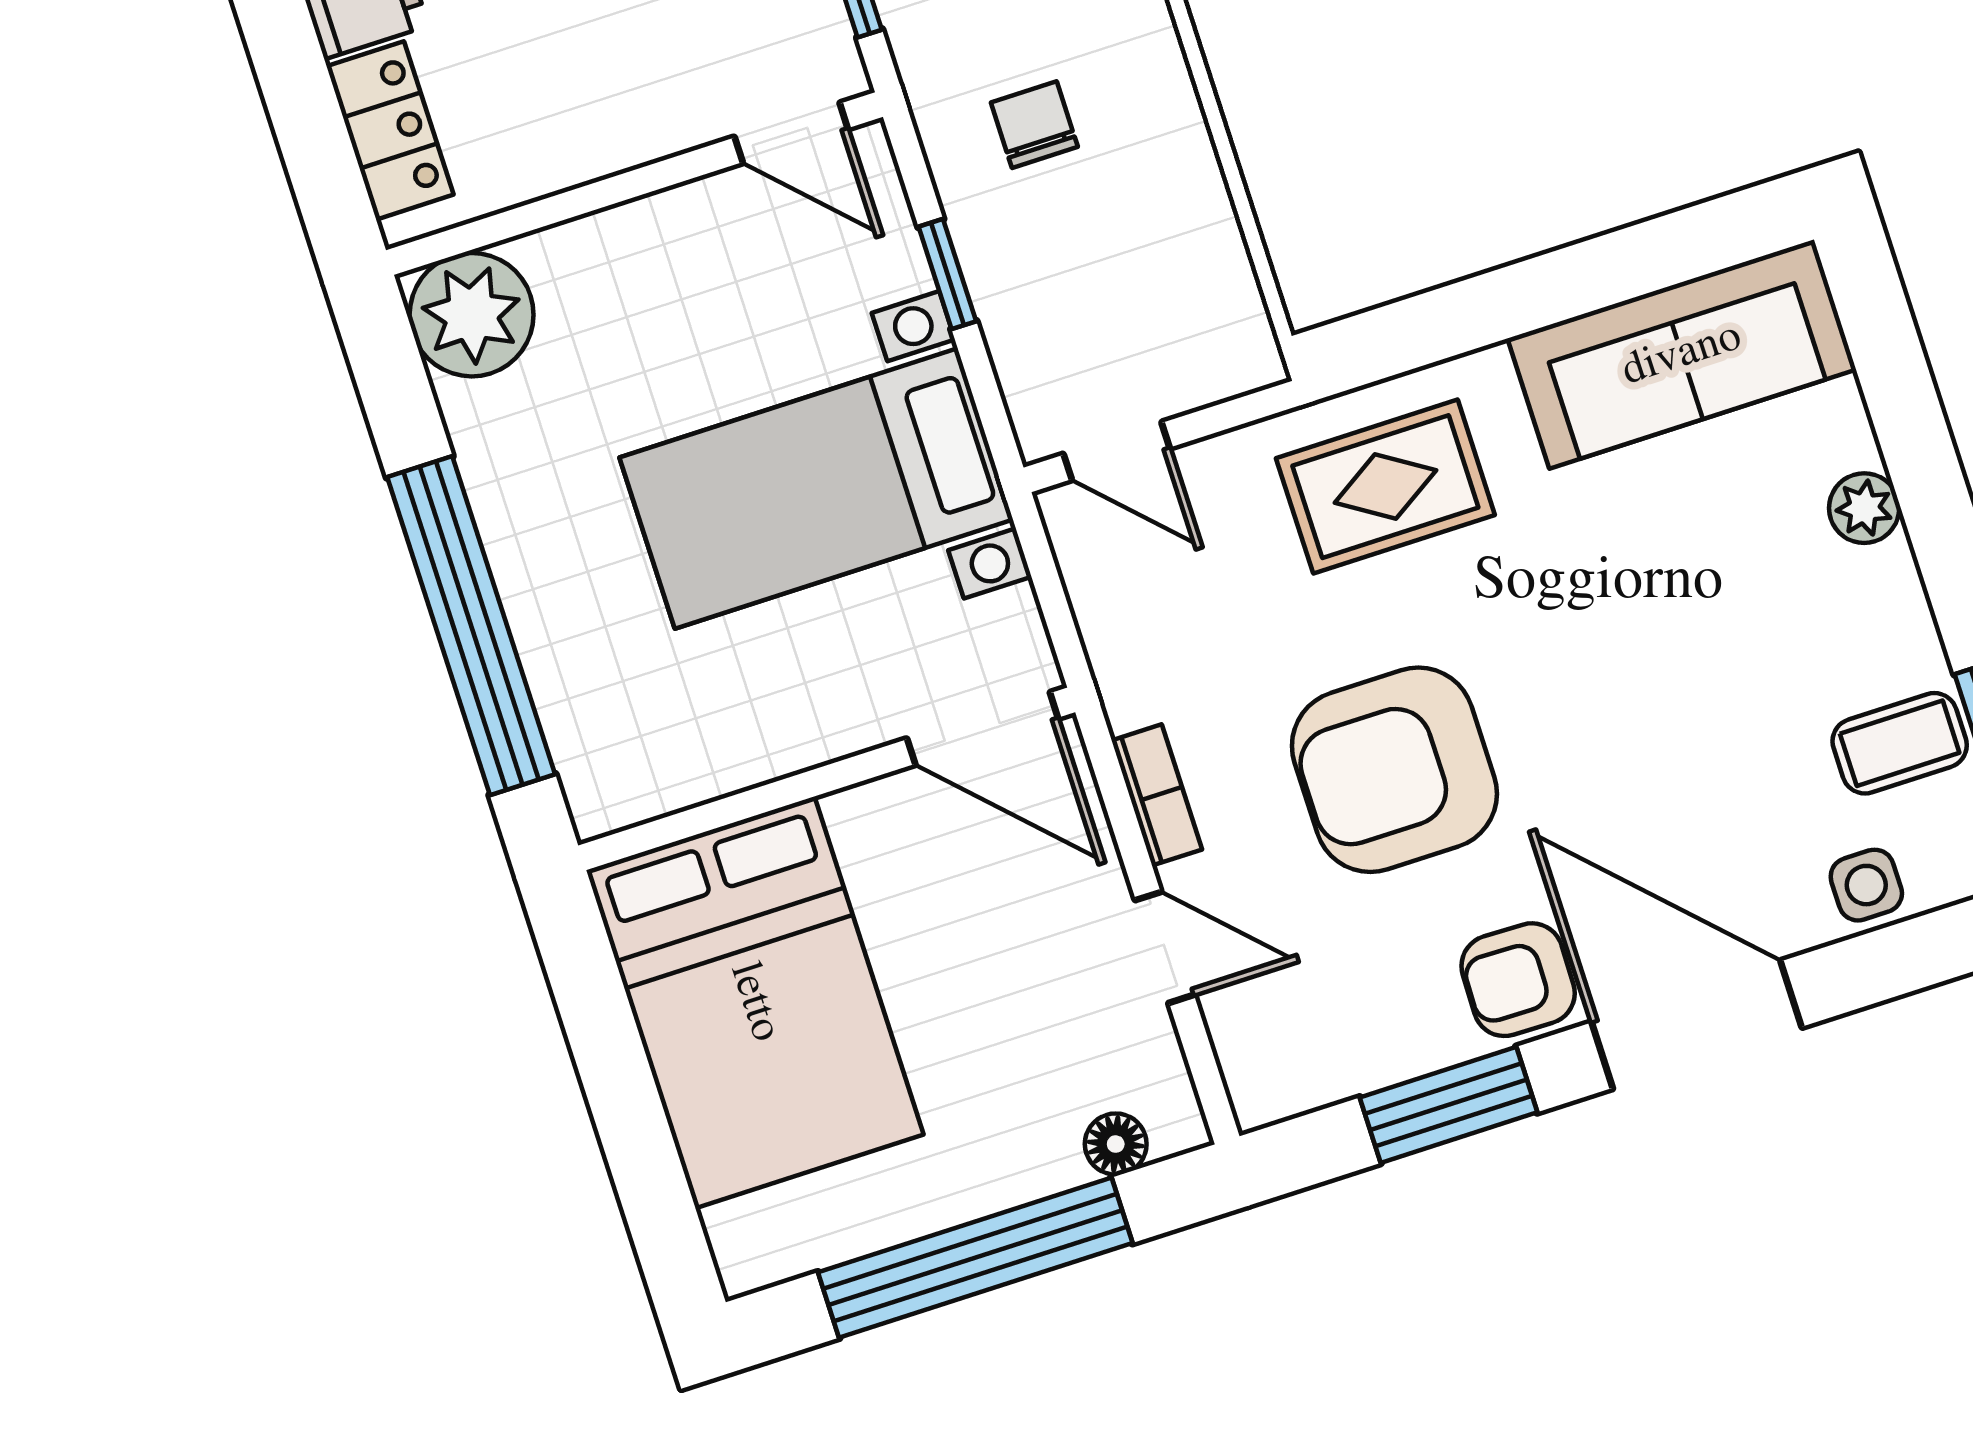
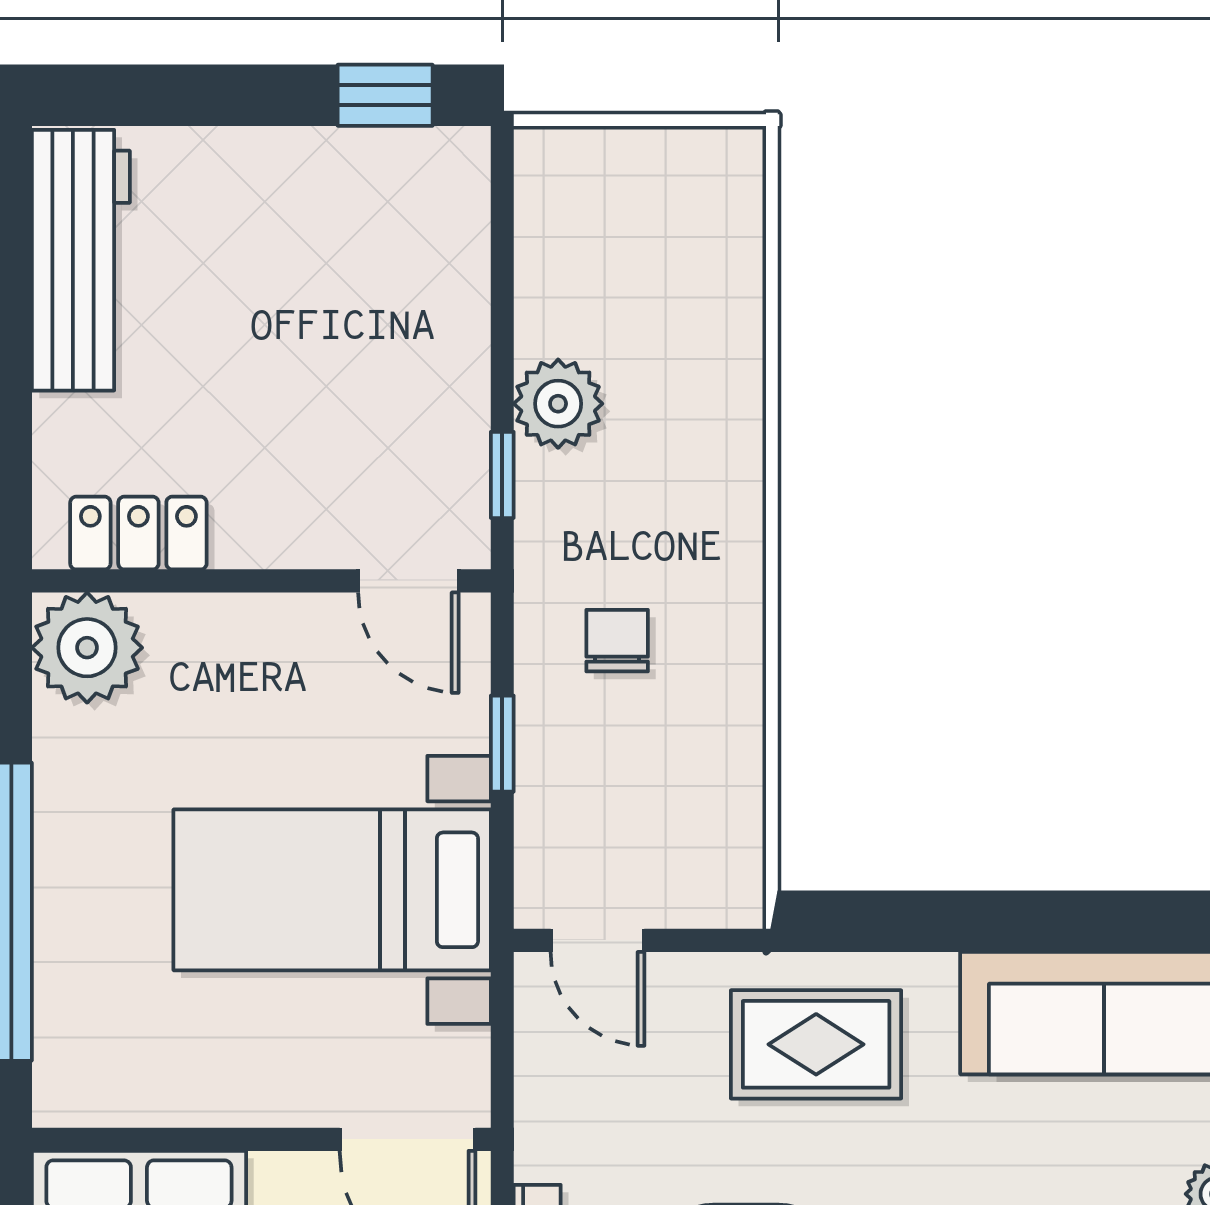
locker: (390, 130) -> (138, 533), moved, turned -90

